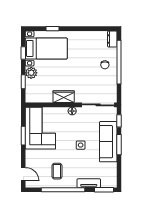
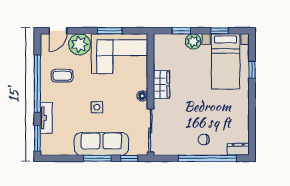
plant: (33, 158) -> (80, 44), added

